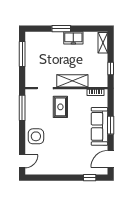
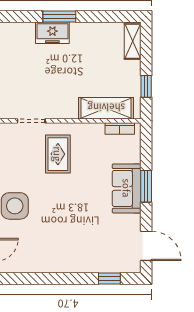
freezer: (73, 38) -> (52, 33), moved
shelving: (72, 81) -> (106, 108), moved
sofa: (99, 126) -> (127, 188), width x0.73
door: (111, 159) -> (146, 246), swing flipped

